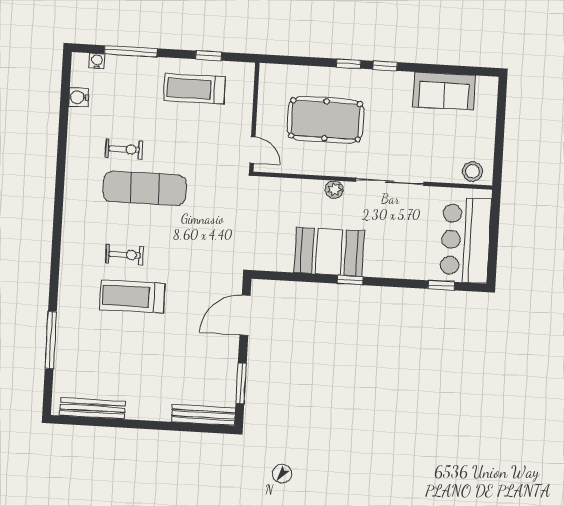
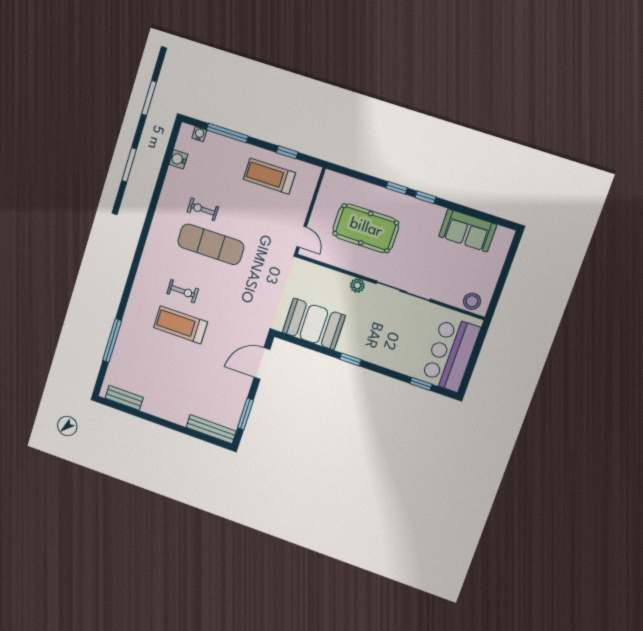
exercise bike: (124, 149) -> (203, 209), turned 180
booth: (329, 252) -> (314, 324), moved
bench: (93, 408) -> (124, 398), width x0.73

